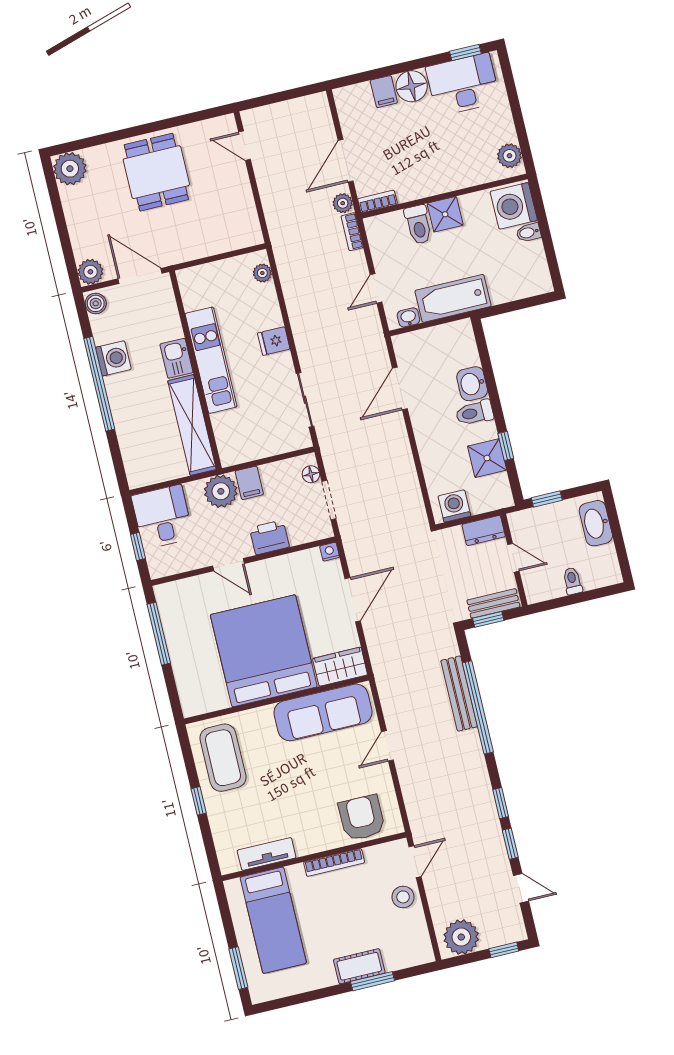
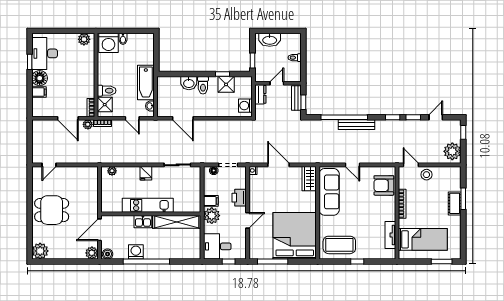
window: (465, 53) -> (30, 62), moved
shower: (445, 214) -> (105, 105), moved
bed: (264, 651) -> (295, 236), moved, turned 90
bench: (459, 694) -> (357, 125), moved

